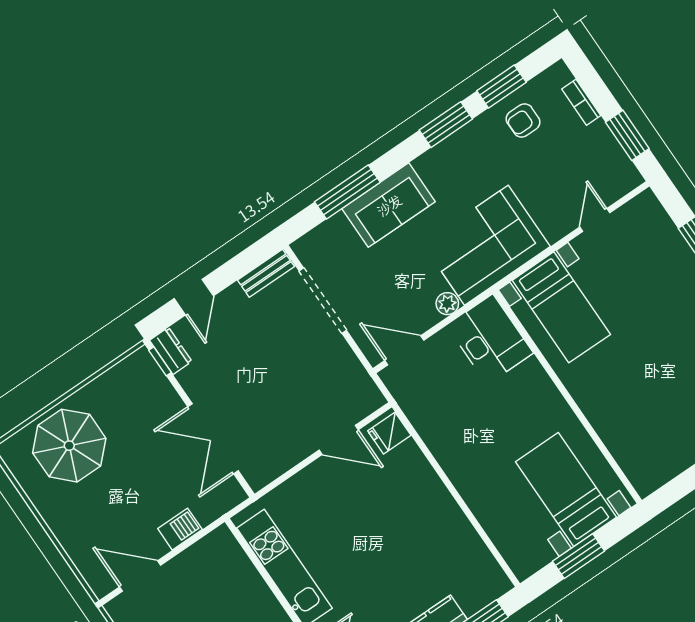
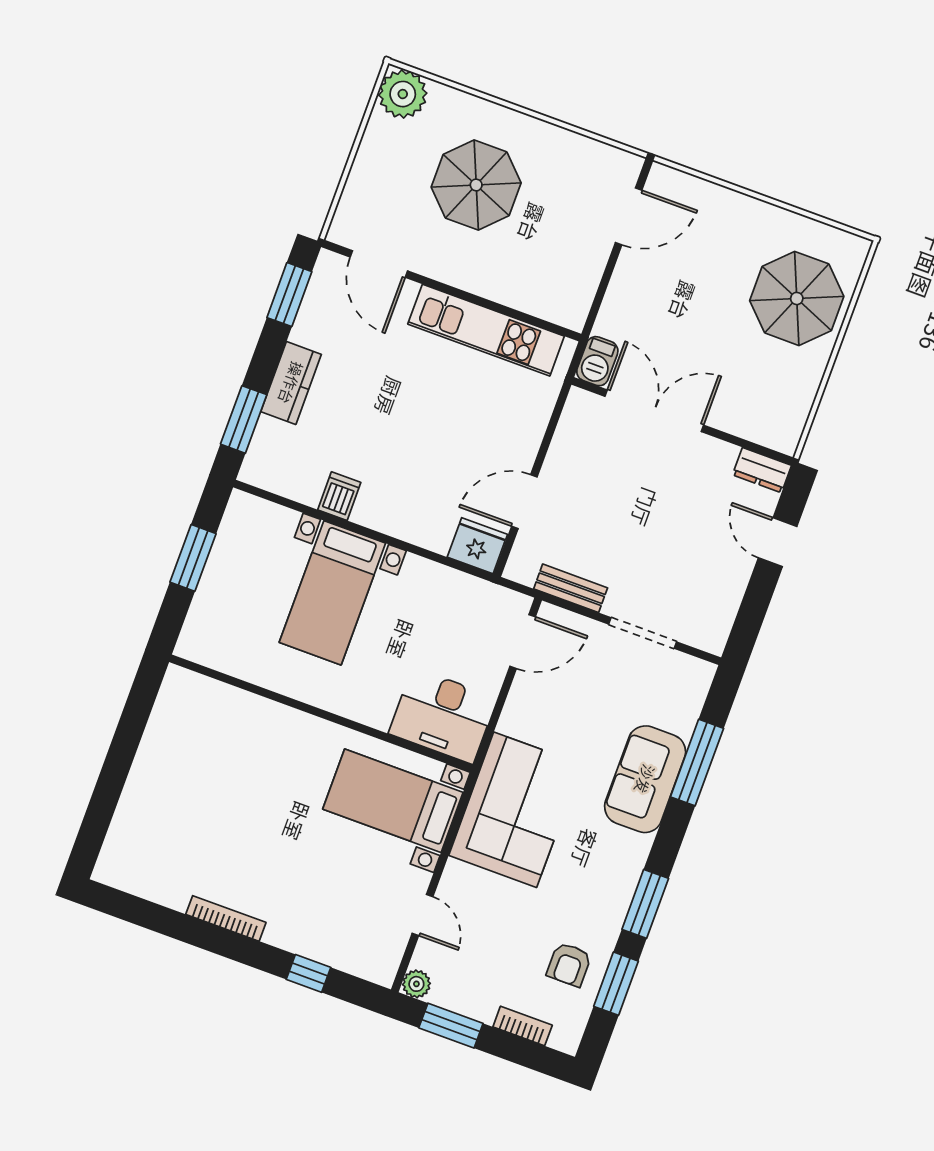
armchair: (523, 120) -> (569, 965), turned 180
bench: (266, 273) -> (571, 588), moved, turned 90
doorway: (323, 301) -> (643, 633), width x0.73
plant: (447, 304) -> (416, 984), moved
window: (160, 361) -> (765, 451), removed
fridge: (389, 433) -> (477, 546), width x1.38
bed with nightstands: (566, 489) -> (332, 593), moved, turned 90
barbecue: (180, 529) -> (597, 361), moved
dishwasher: (456, 529) -> (339, 496), added

